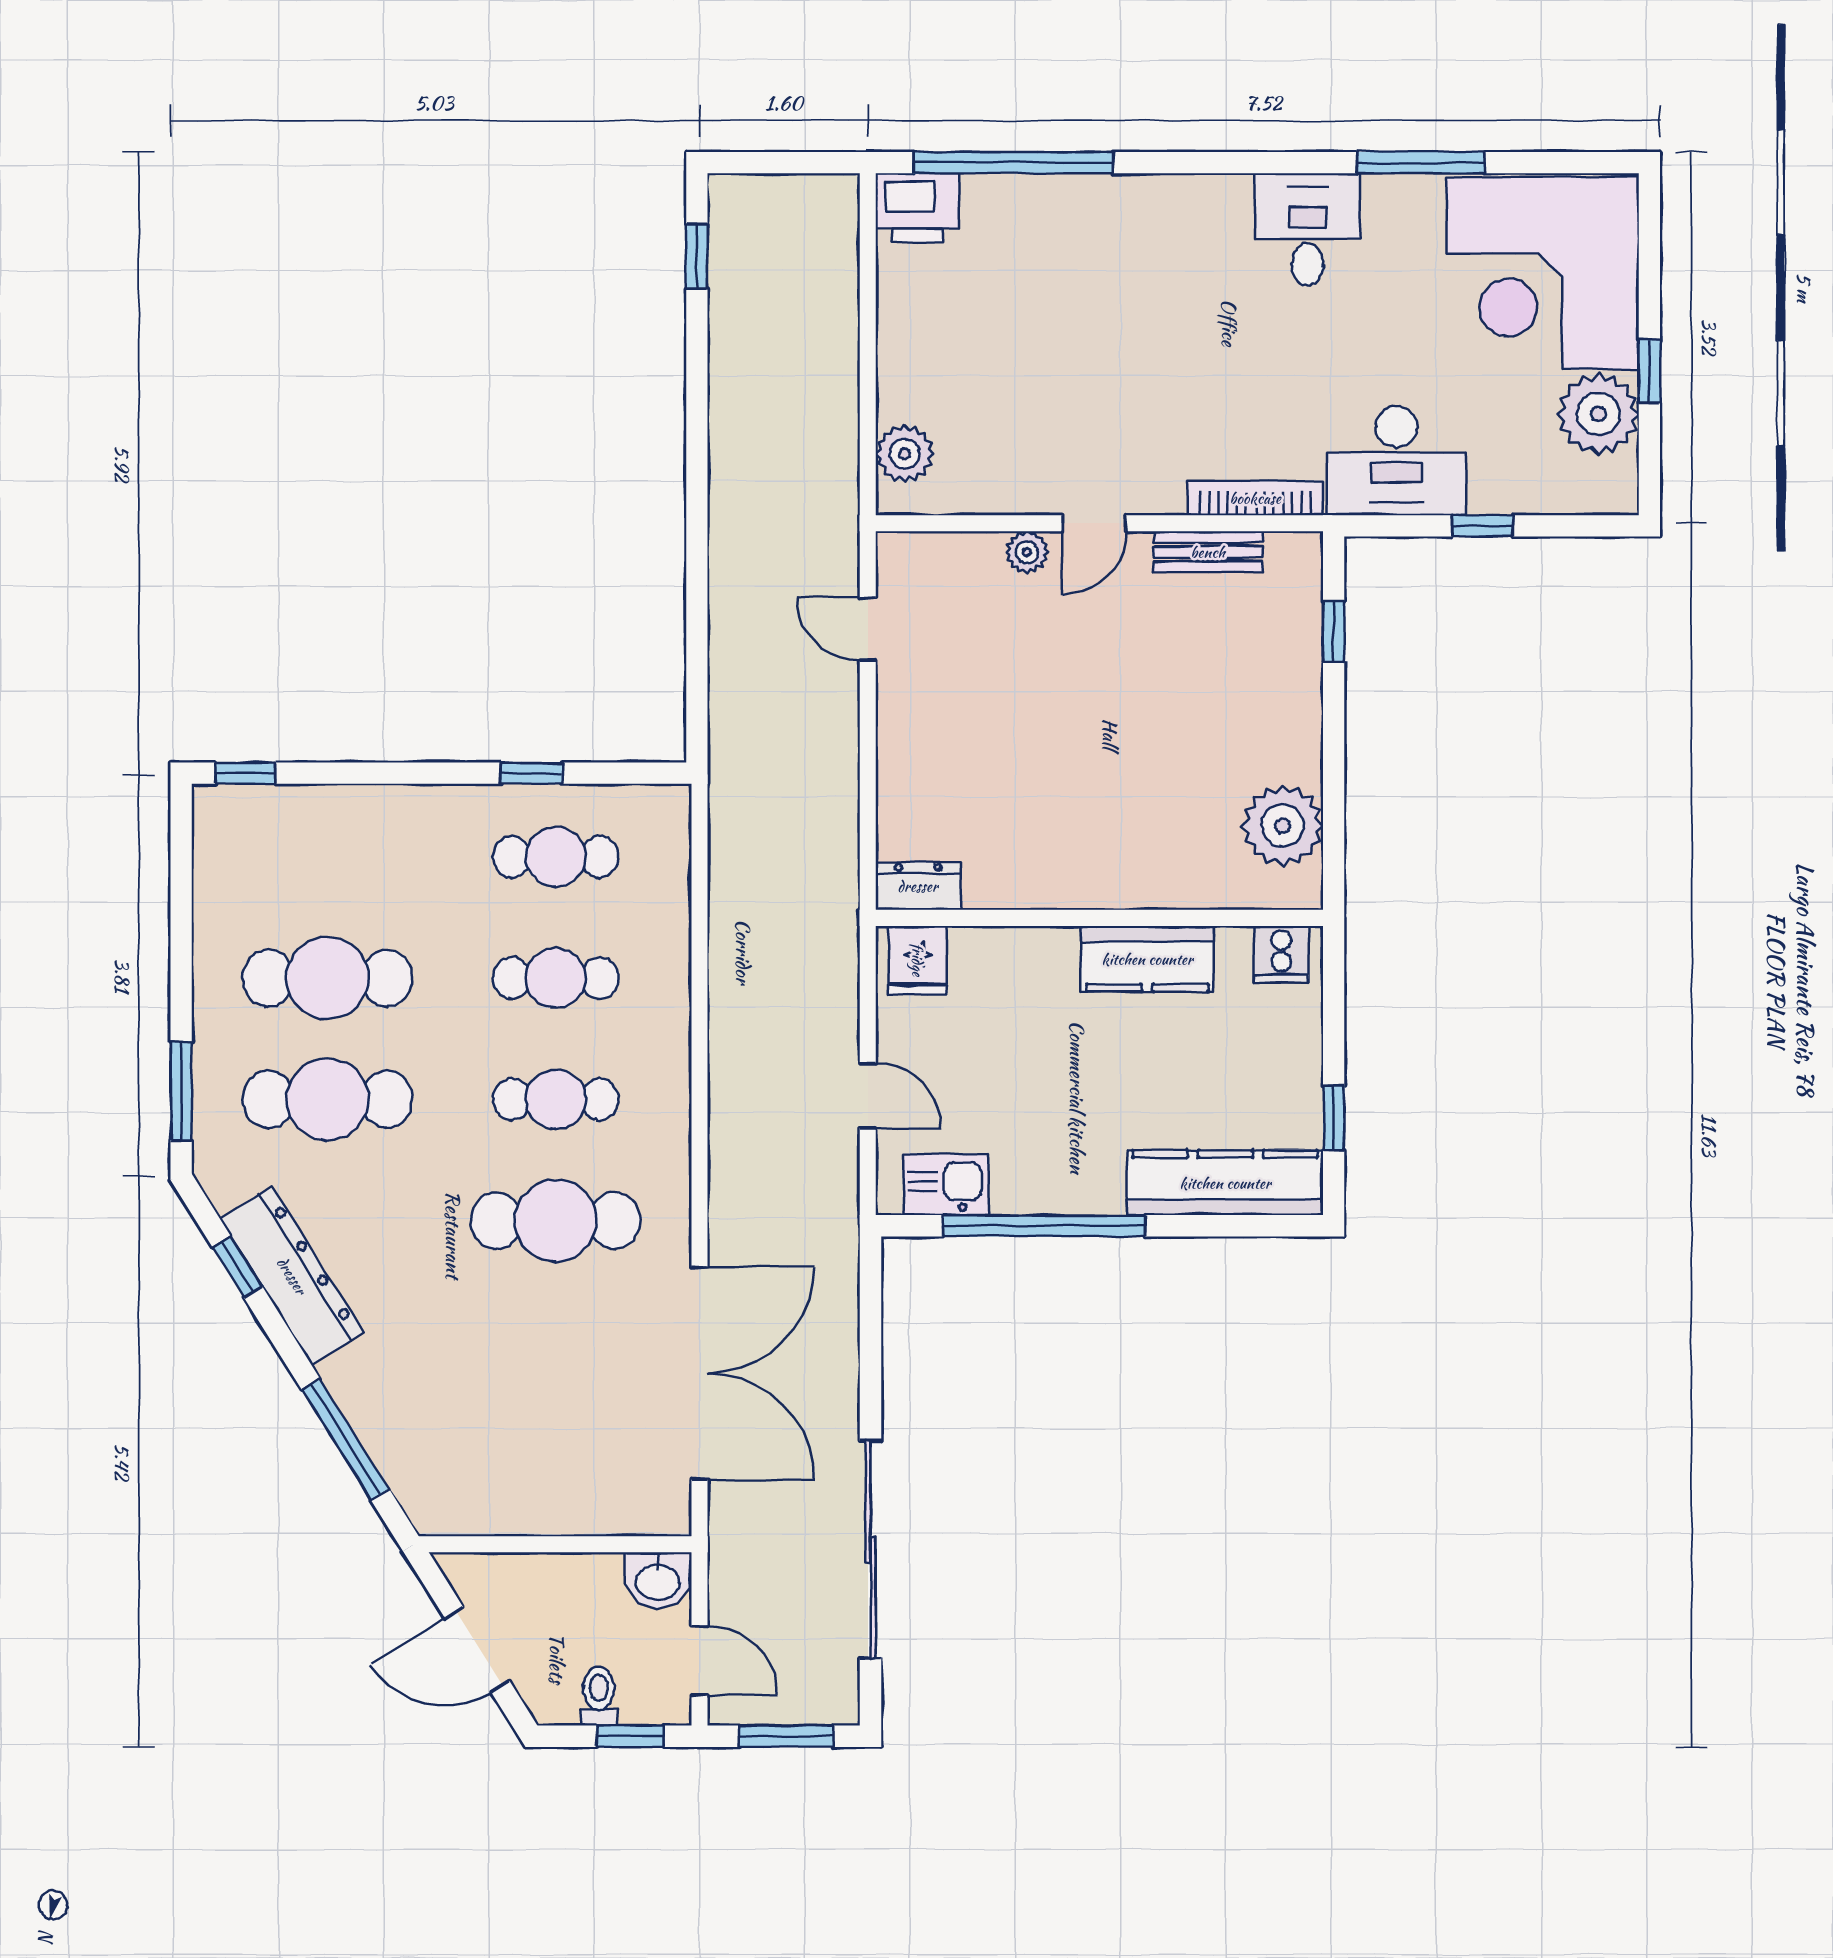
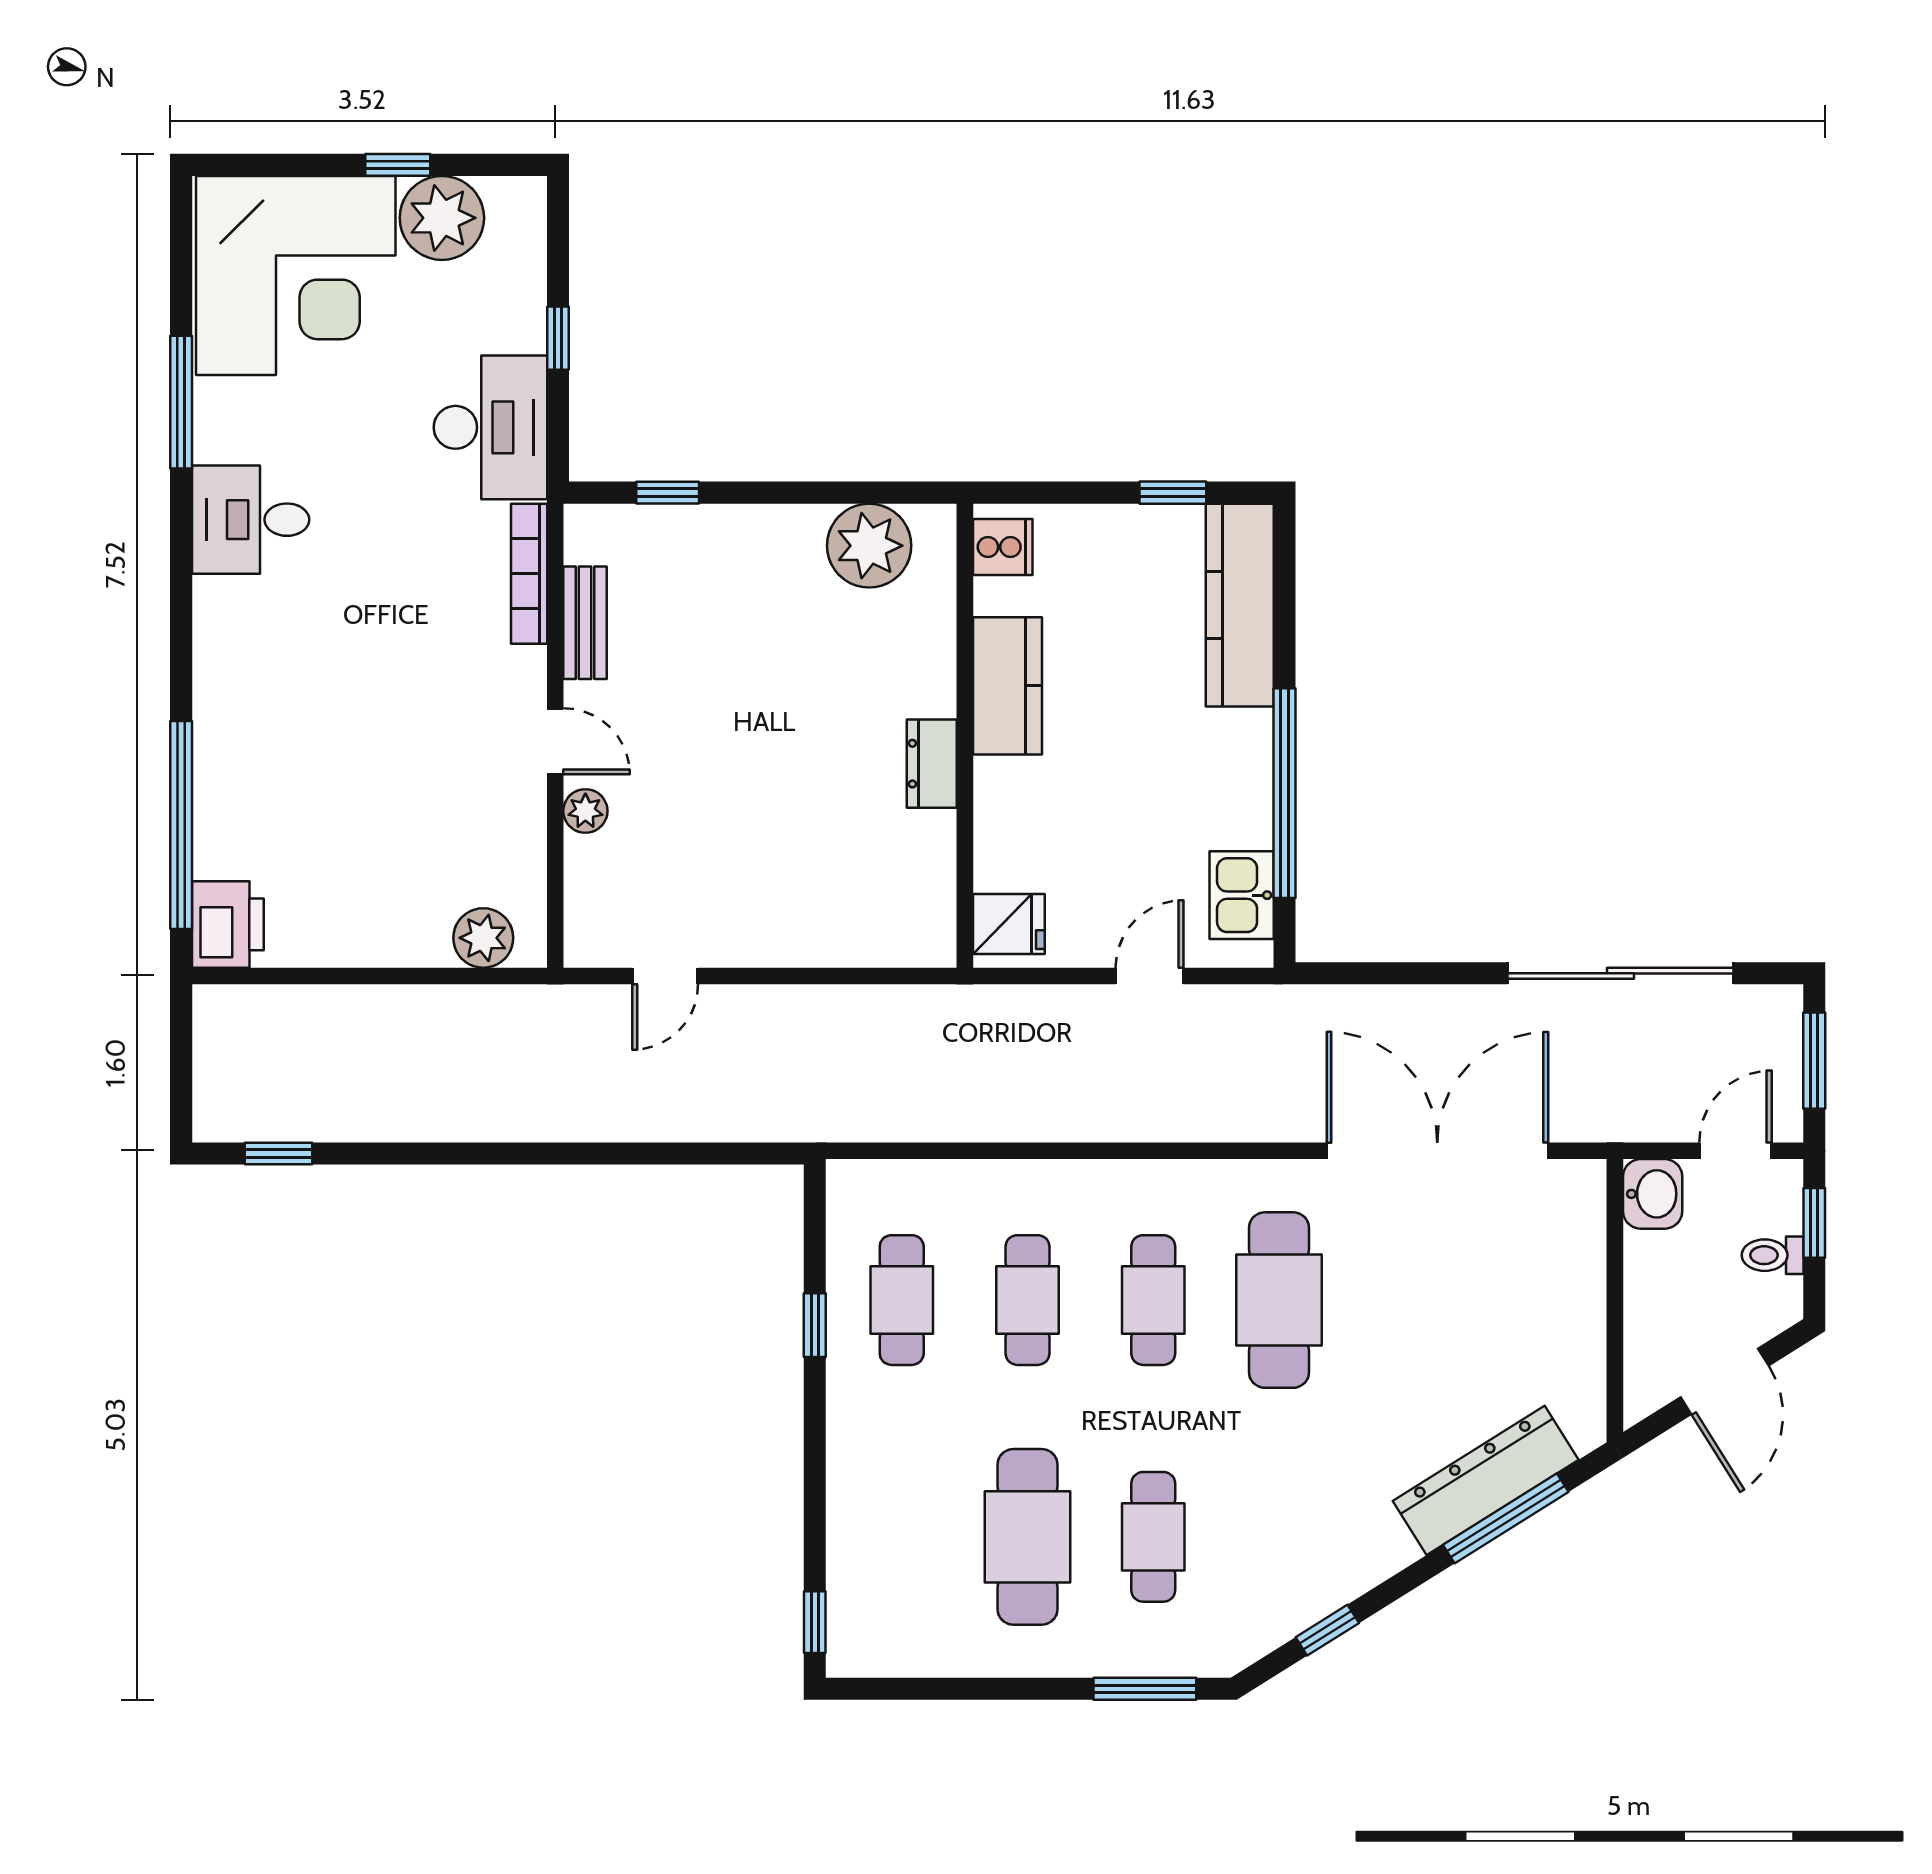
dresser: (918, 886) -> (932, 764), moved
cafe table: (327, 1099) -> (1153, 1537), width x0.73, depth x0.74
dresser: (292, 1276) -> (1486, 1480), moved

